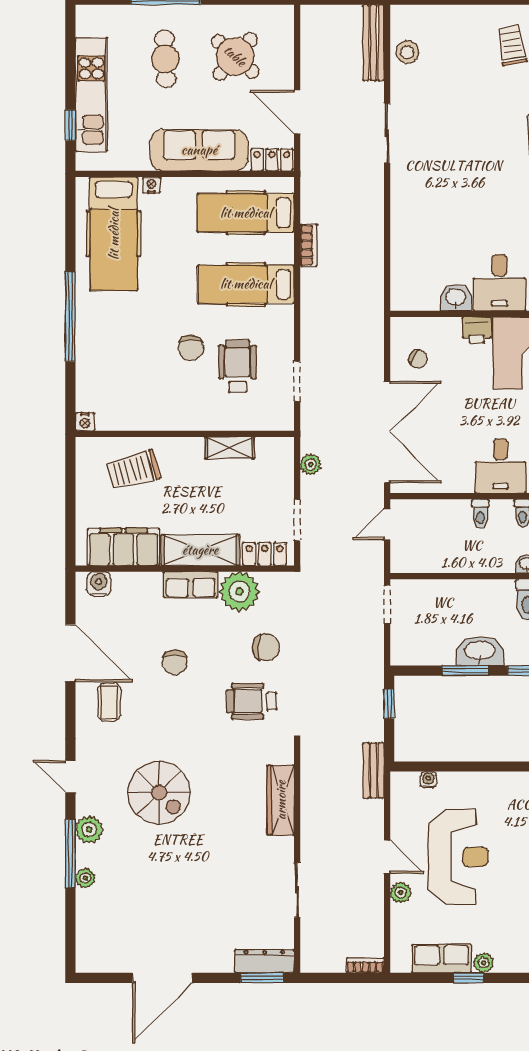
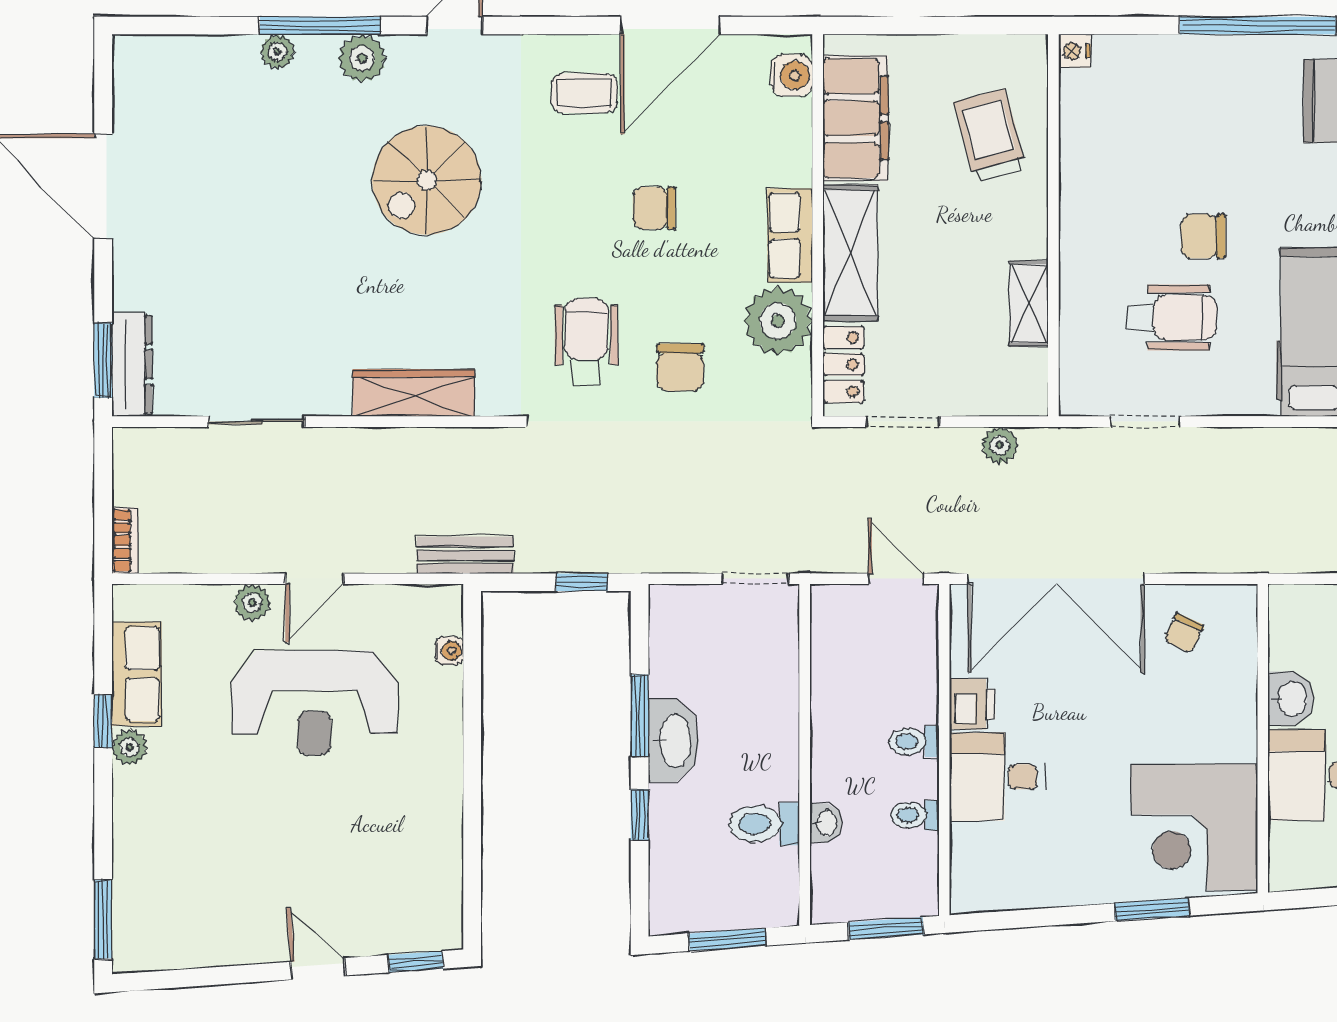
printer: (477, 330) -> (972, 704), moved, turned 180

